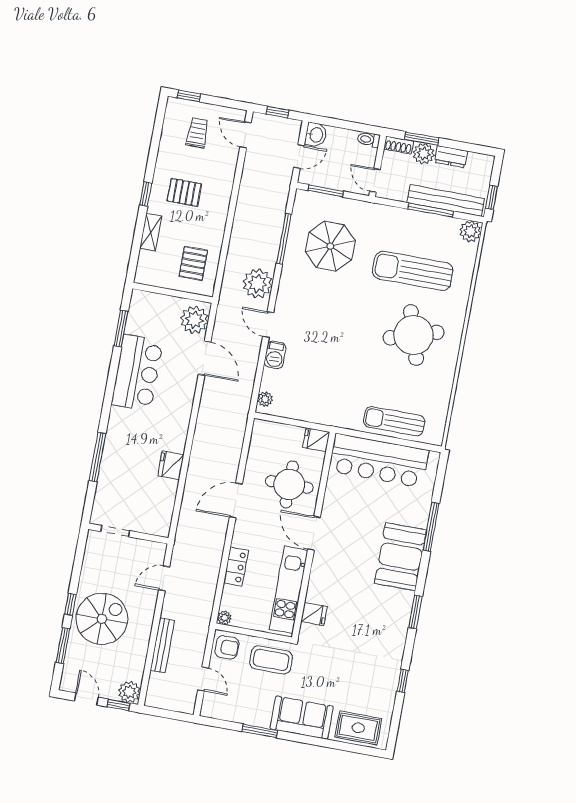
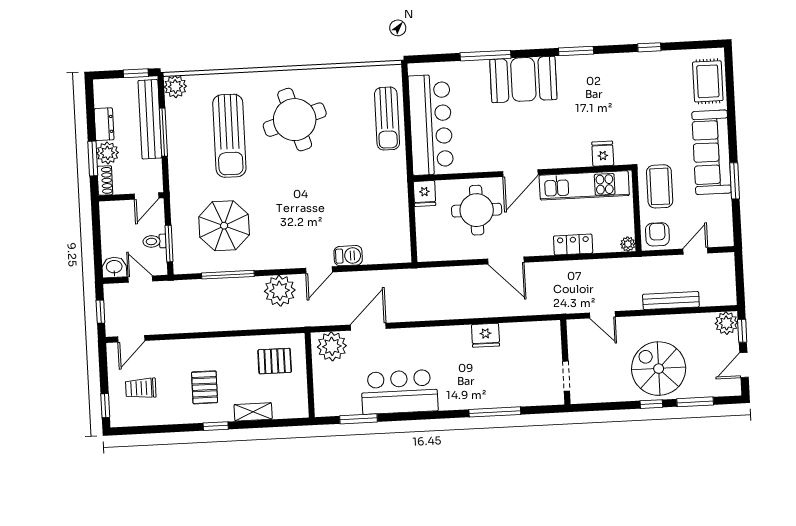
toilet: (369, 139) -> (155, 241), moved, turned 90
plant: (265, 399) -> (396, 255), removed
sofa: (302, 718) -> (712, 152), width x1.36

